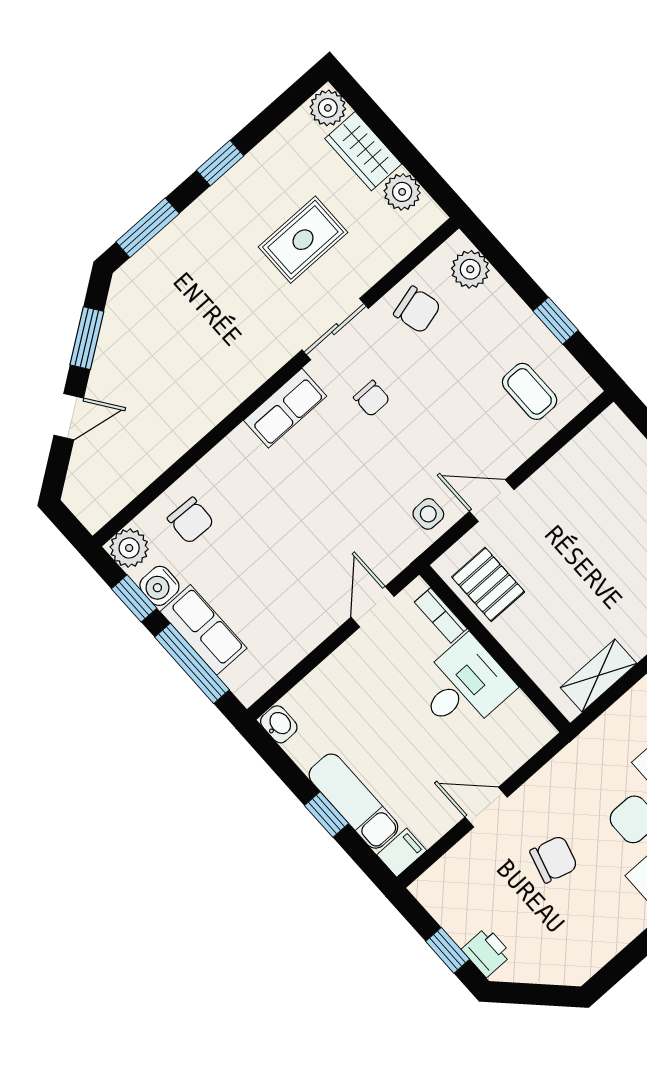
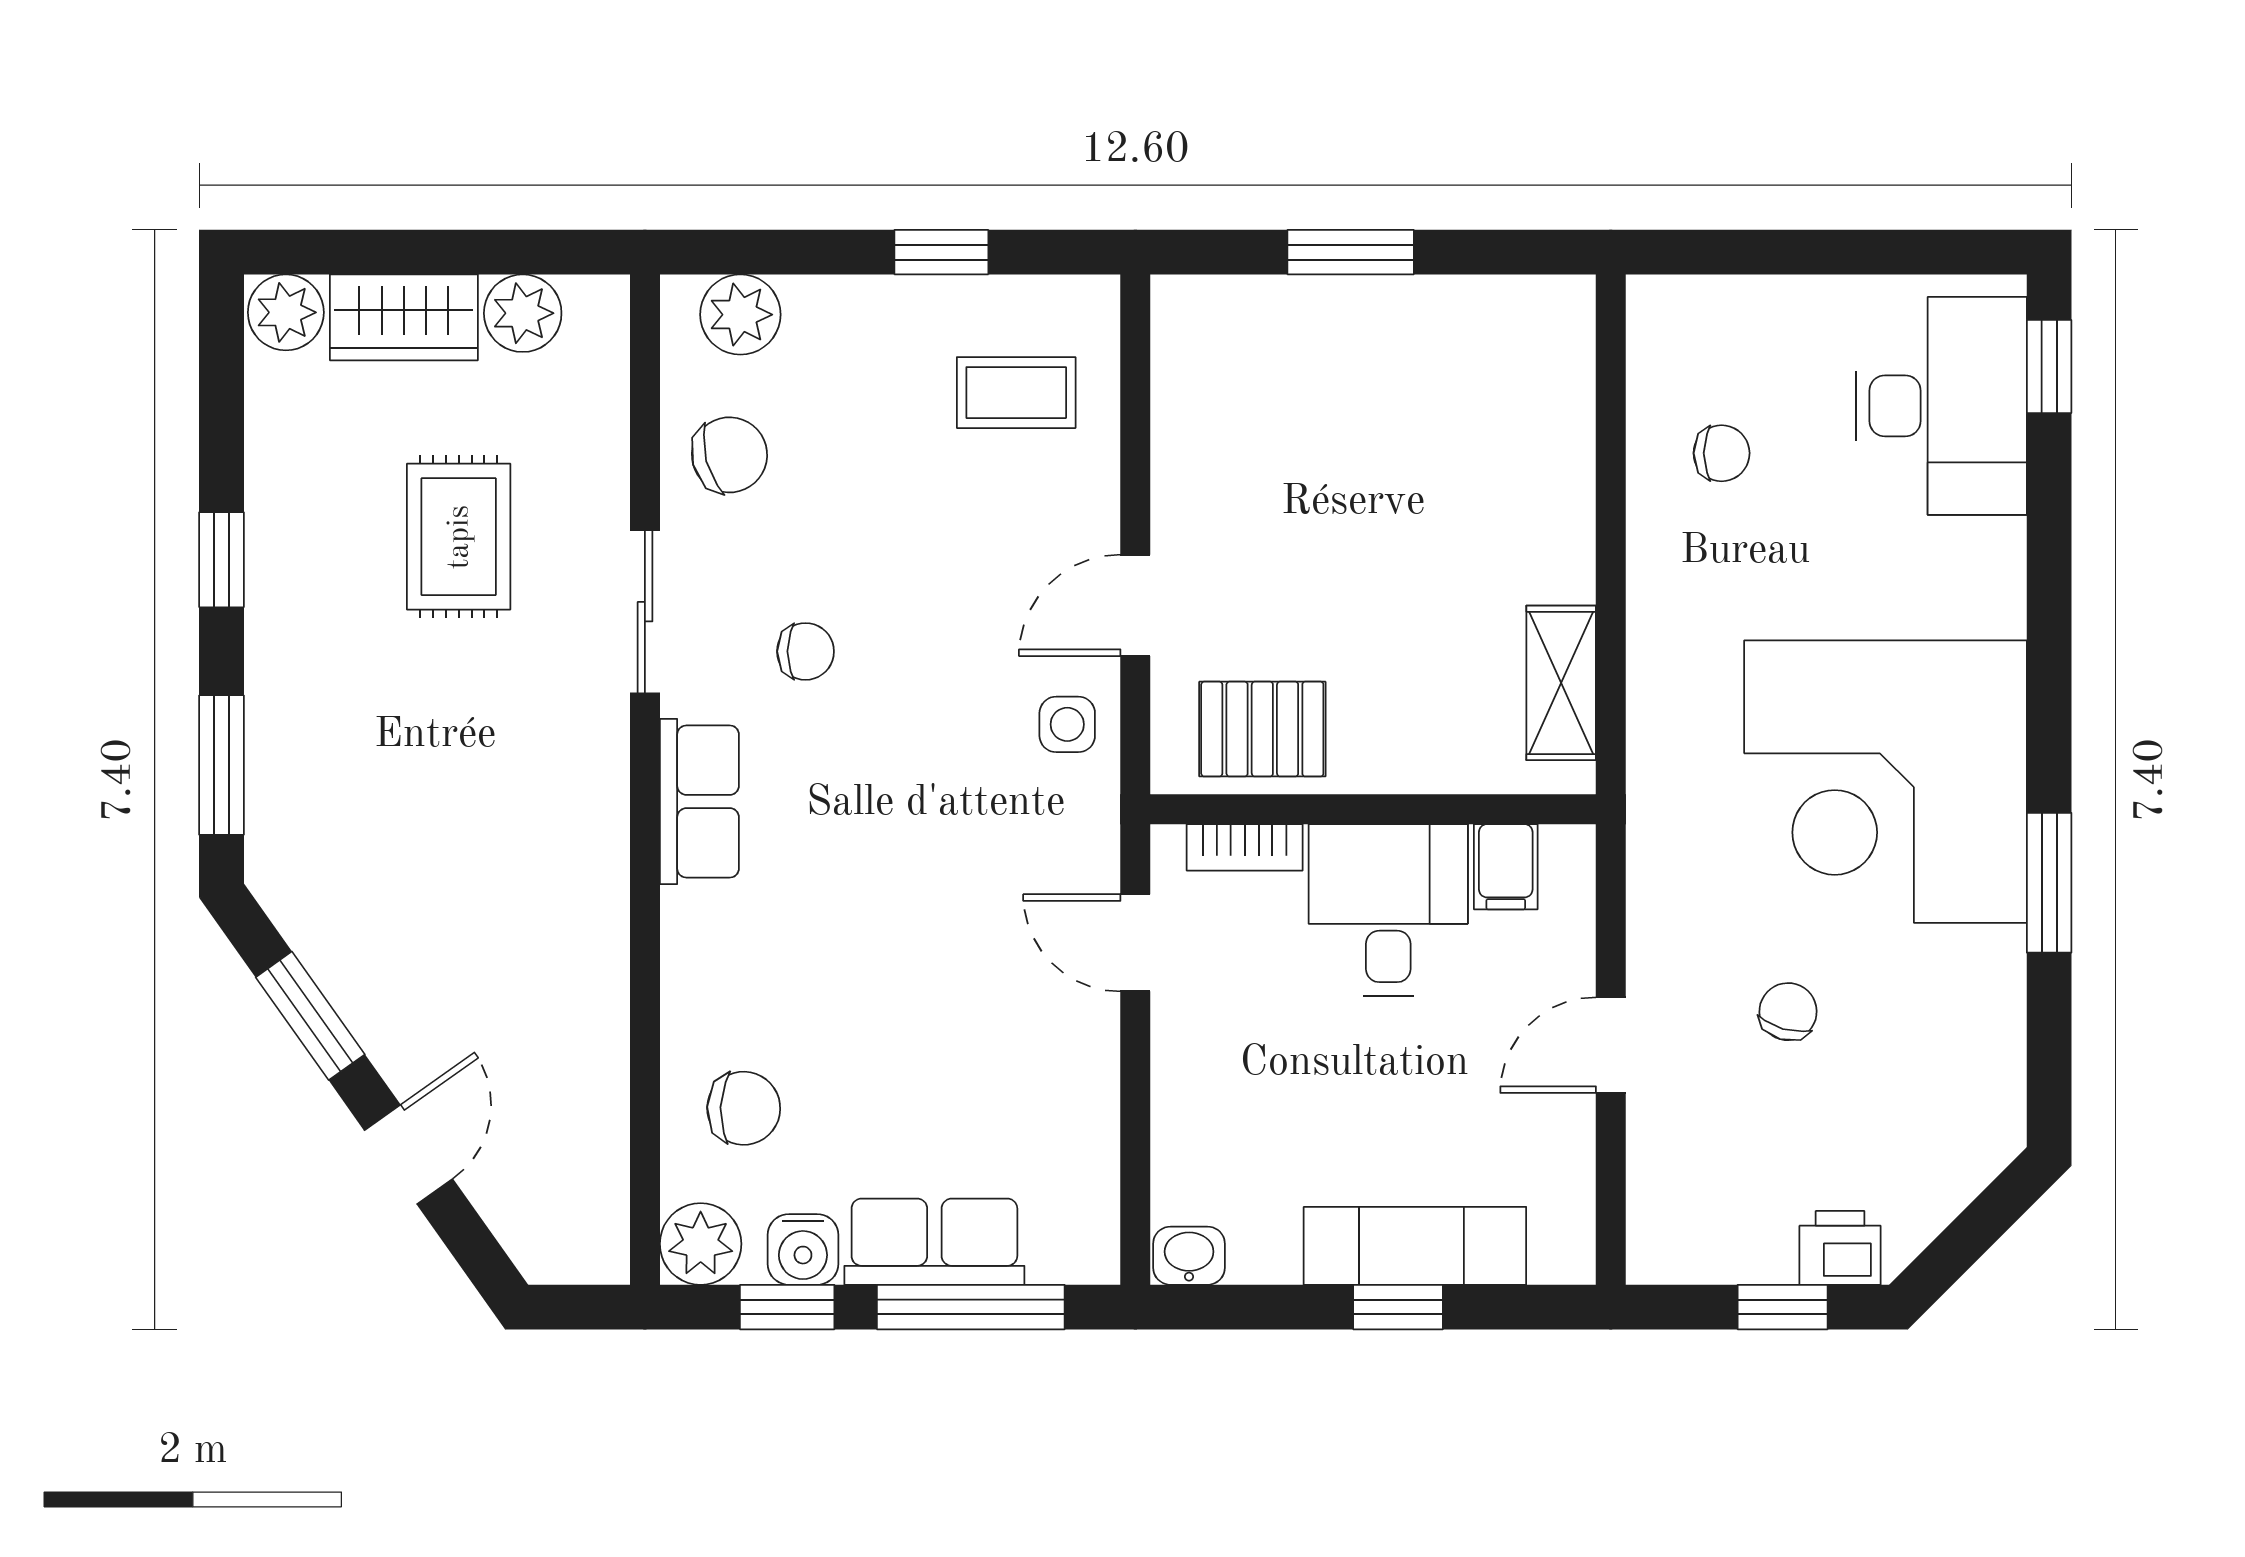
filing cabinet: (402, 853) -> (1506, 867), moved, turned 180
chair: (554, 859) -> (1788, 1012), width x0.73, depth x0.73

